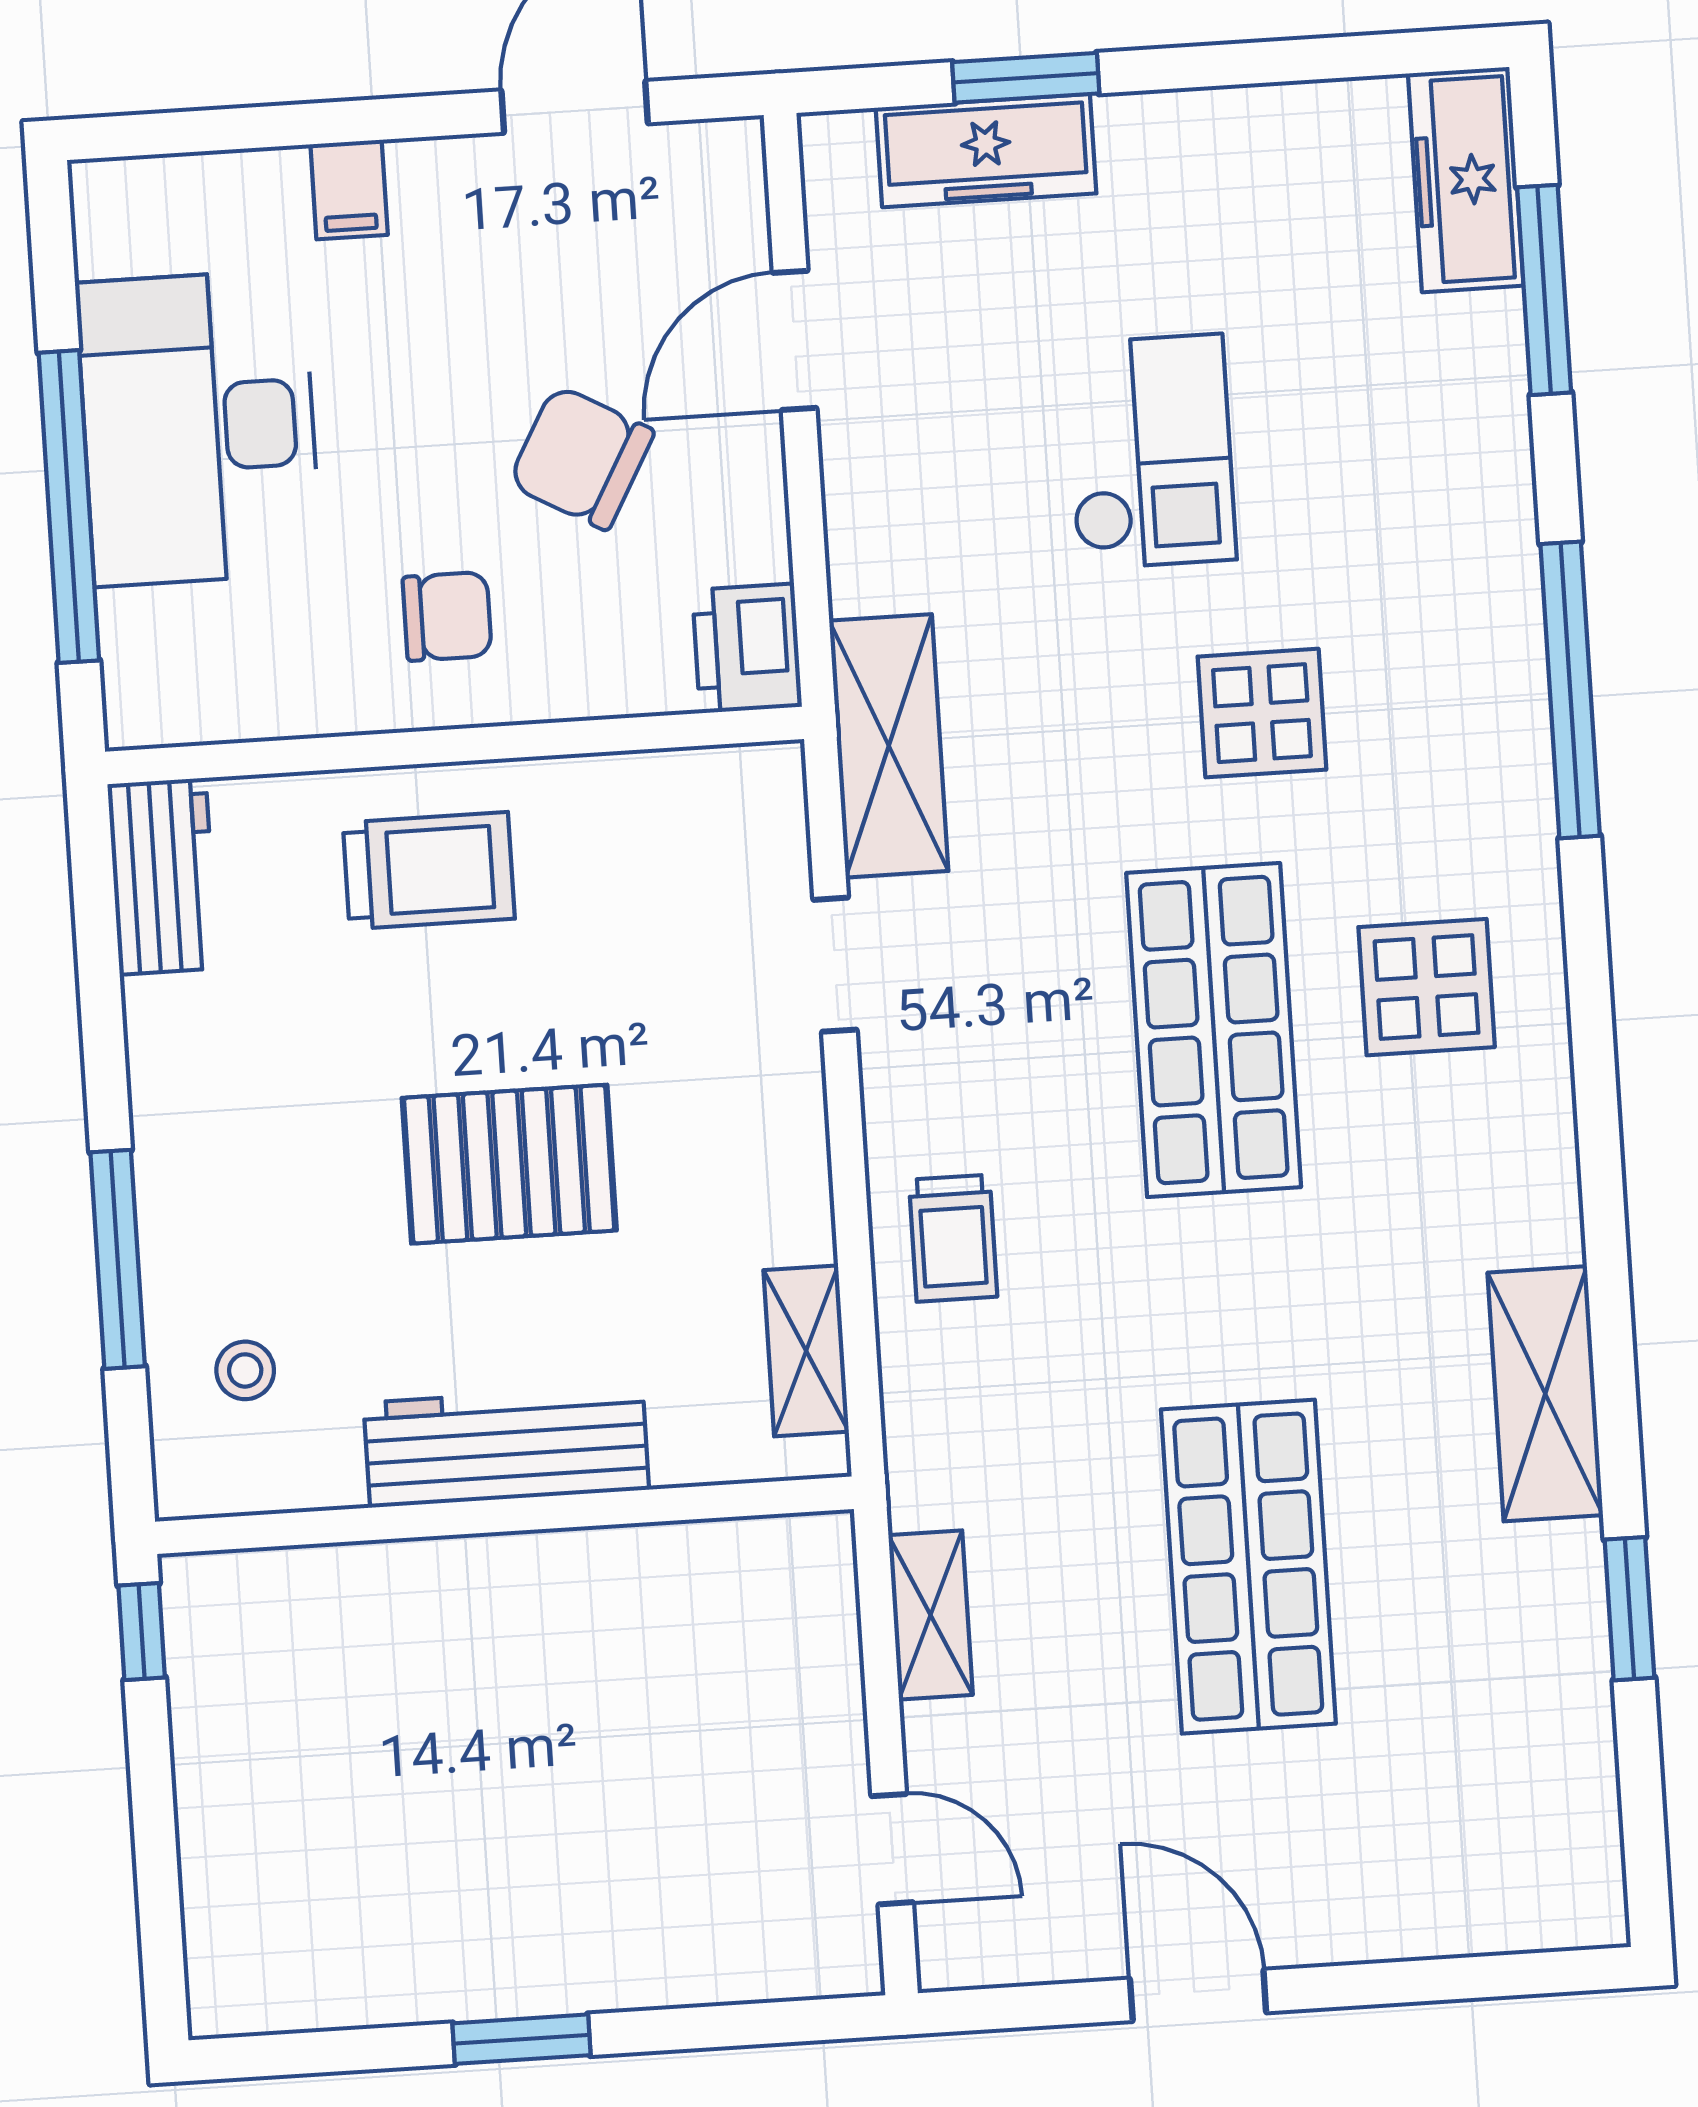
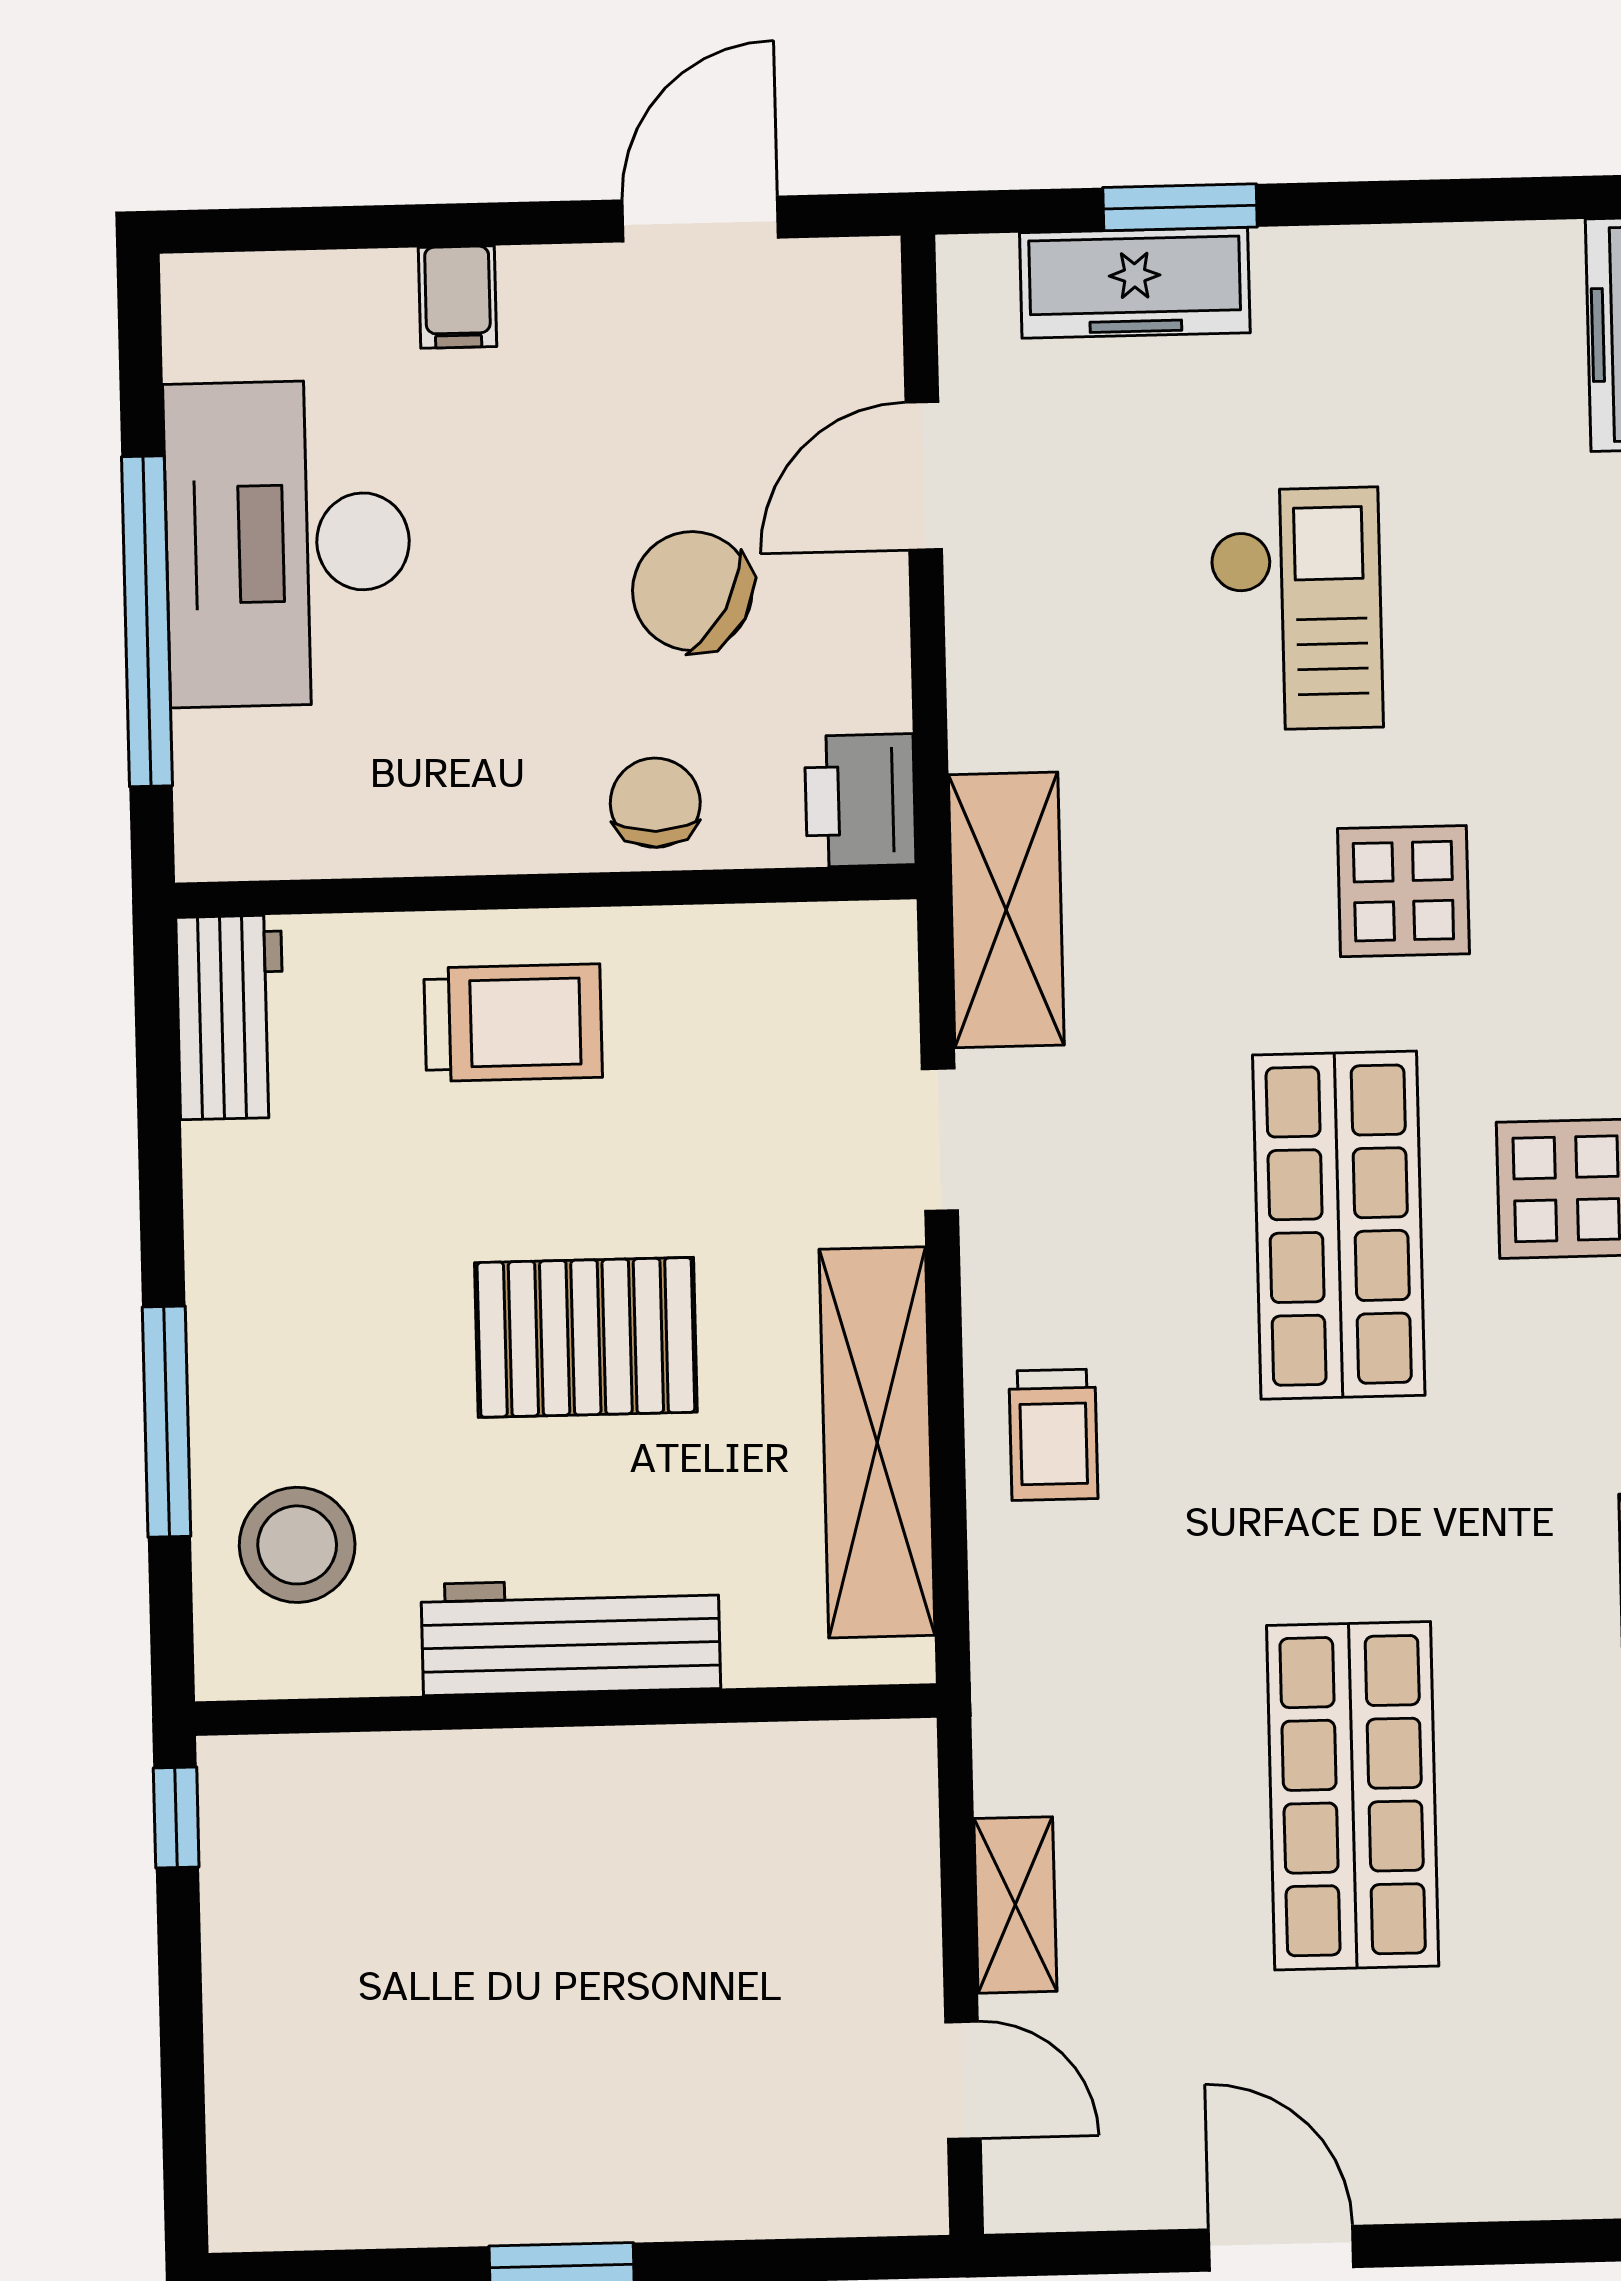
chair: (447, 616) -> (655, 803), moved, turned -90
shelving: (806, 1351) -> (877, 1442), width x2.20, depth x1.33
stool: (245, 1370) -> (297, 1545), width x1.89, depth x1.89
shelving: (931, 1615) -> (1015, 1905), moved

